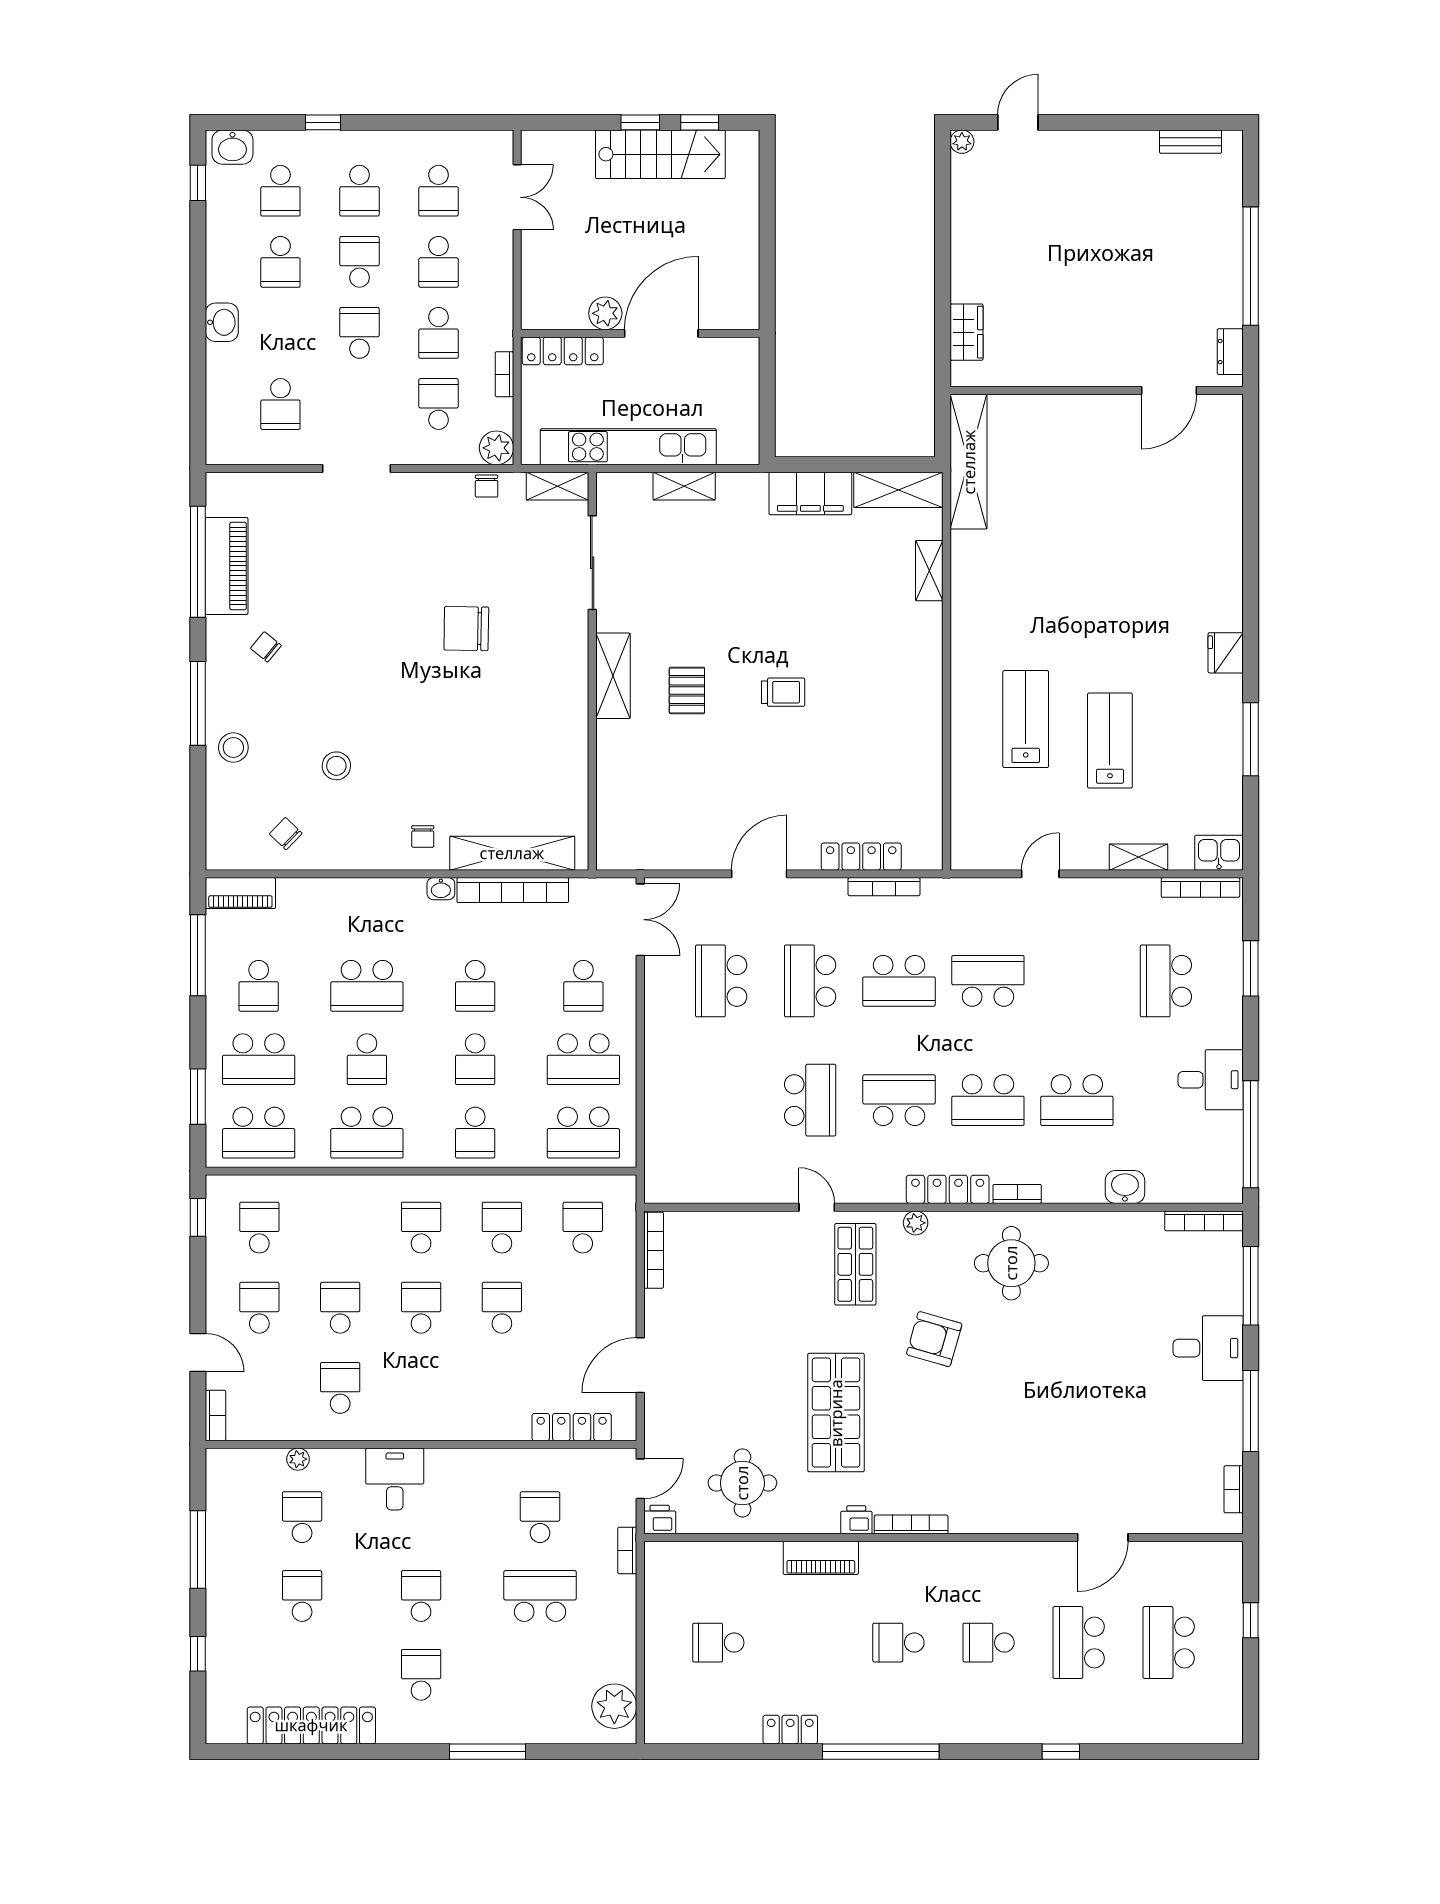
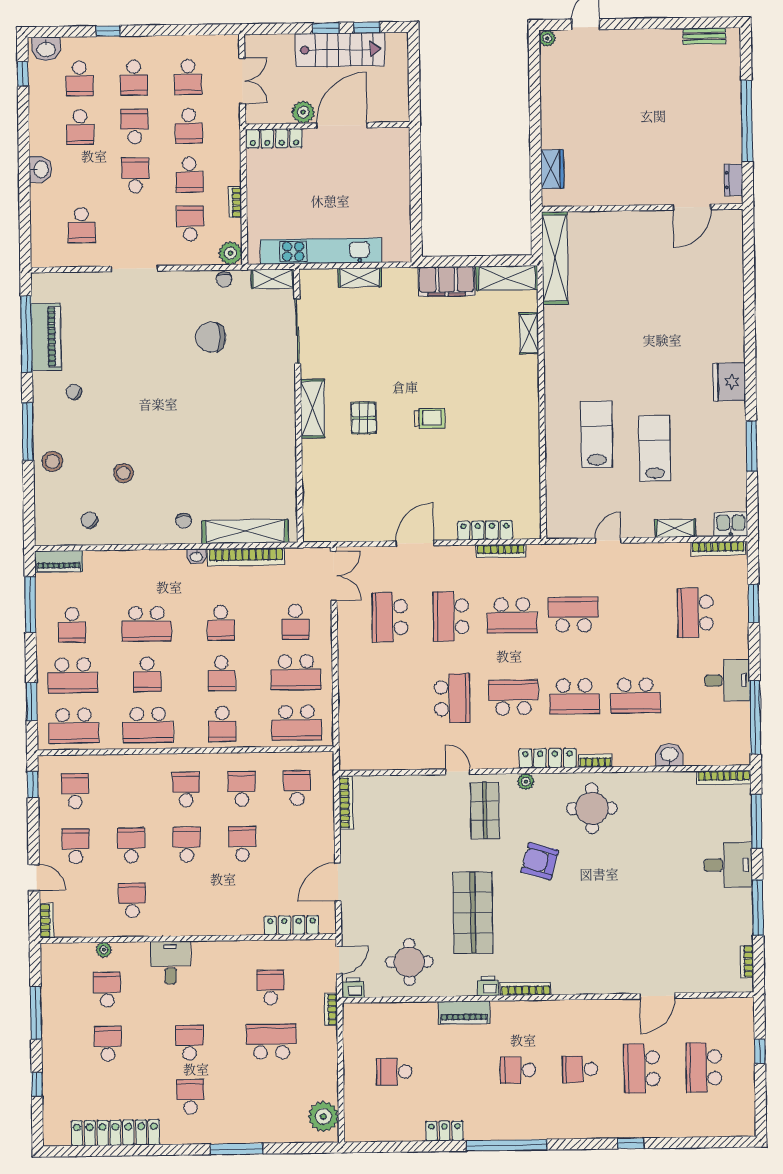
plant: (605, 313) -> (303, 112), moved
wall: (640, 333) -> (327, 126), moved
door: (661, 333) -> (342, 125), moved
locker: (563, 351) -> (274, 138), moved
chair: (466, 629) -> (211, 337), moved
fridge: (1226, 653) -> (729, 382), width x1.36, depth x1.34

